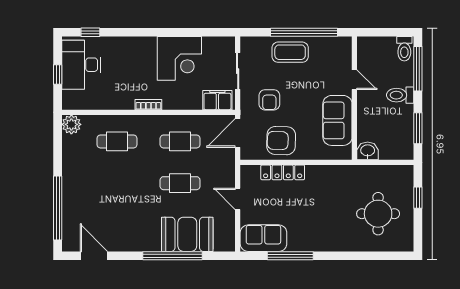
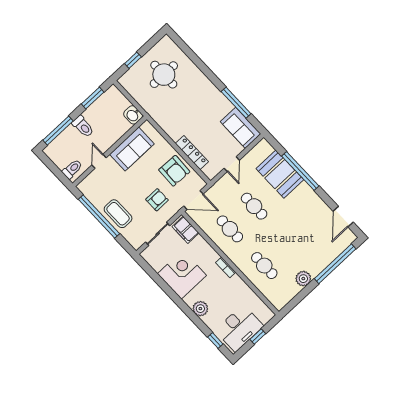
plant: (132, 46) -> (200, 309), added
toilet: (404, 49) -> (72, 169), moved
plant: (71, 124) -> (303, 279), moved

